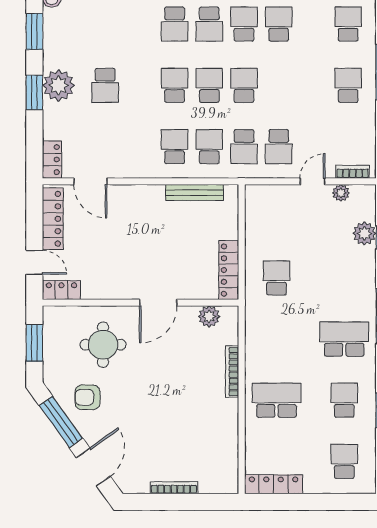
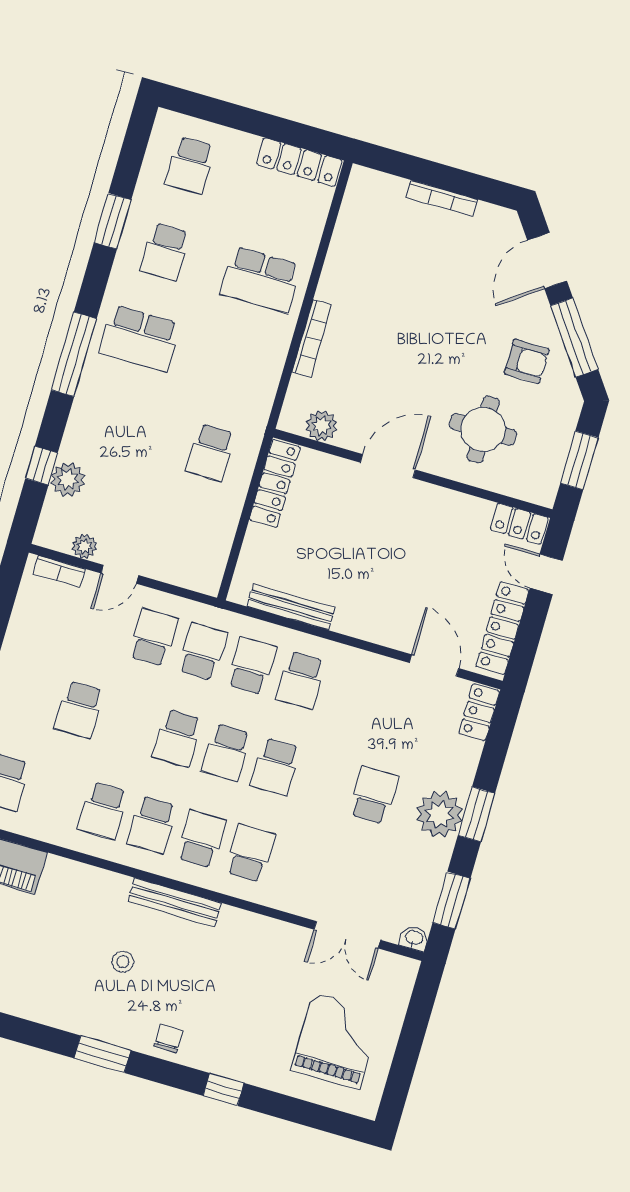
school desk: (348, 85) -> (79, 710), moved
school desk: (209, 147) -> (252, 666), turned 180

